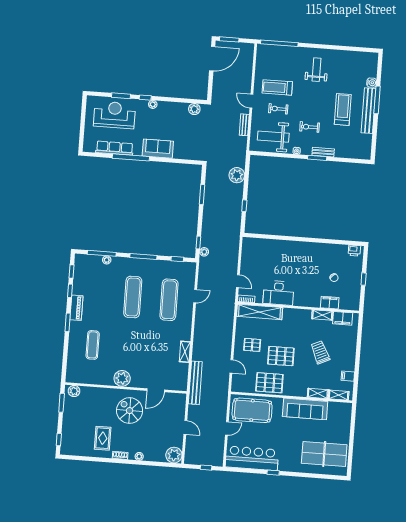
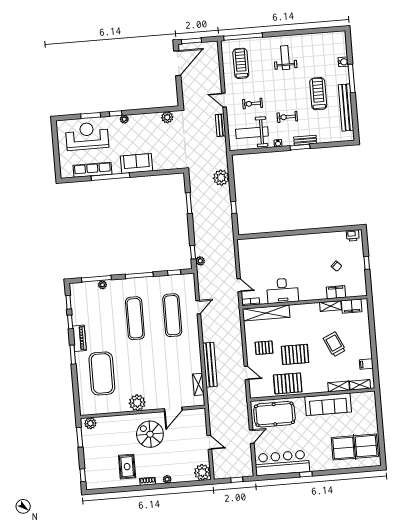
treadmill: (277, 87) -> (241, 63), moved, turned 90
bench: (368, 111) -> (346, 108), moved
exercise mat: (93, 345) -> (102, 373), width x2.00, depth x1.45
shelving: (185, 352) -> (198, 384), moved
bench: (195, 383) -> (210, 365), moved

